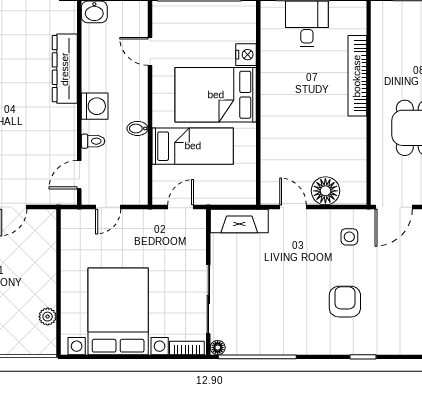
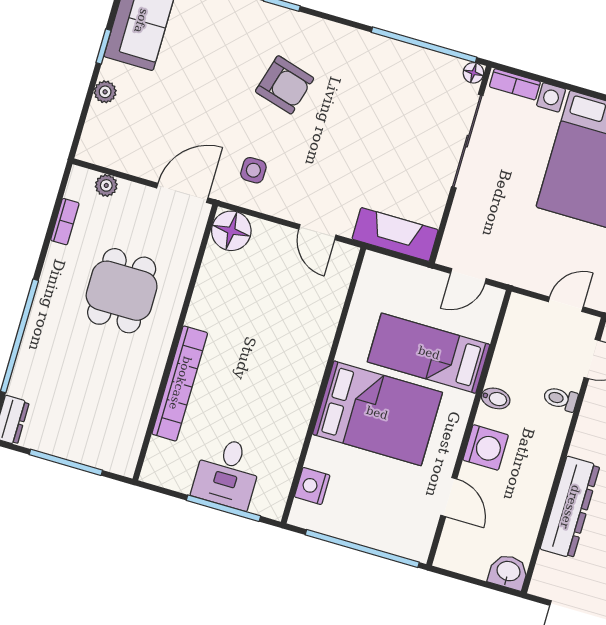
nightstand: (246, 55) -> (312, 486), moved
washing machine: (95, 106) -> (486, 447), moved, turned 180
floor lamp: (325, 191) -> (231, 231), moved
armchair: (345, 302) -> (285, 85), turned -74

